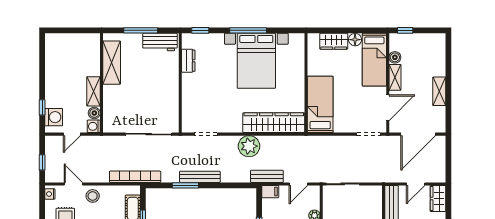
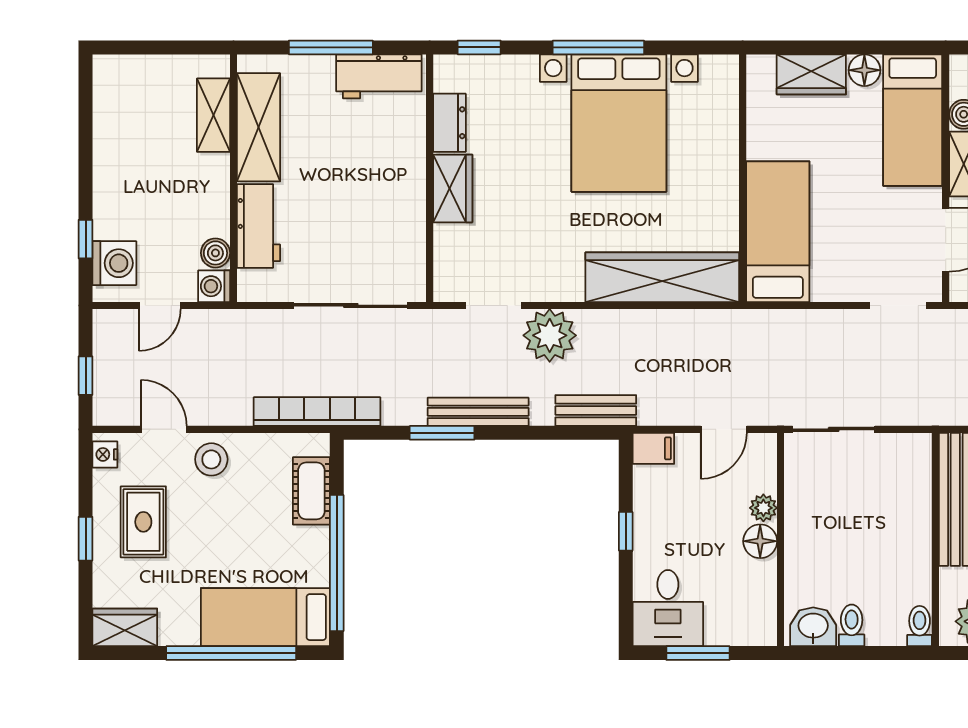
wardrobe: (190, 87) -> (453, 188), added
shelving: (93, 91) -> (214, 115), moved
workbench: (112, 102) -> (259, 226), added
plant: (249, 146) -> (550, 335), moved
bench: (267, 176) -> (596, 410), moved

